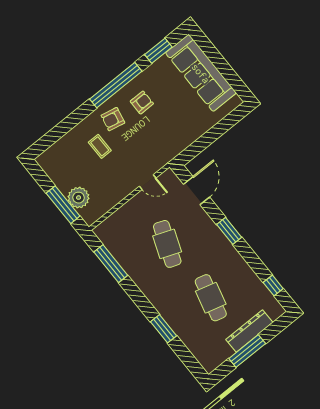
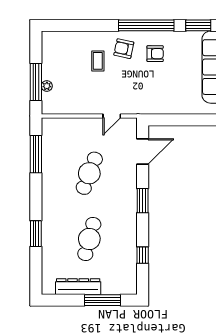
door: (148, 182) -> (112, 116), hinge flipped
plant: (79, 198) -> (47, 86), width x0.53, depth x0.53
window: (273, 285) -> (143, 255), moved
dresser: (249, 331) -> (78, 287), moved
window: (247, 351) -> (102, 300), moved

